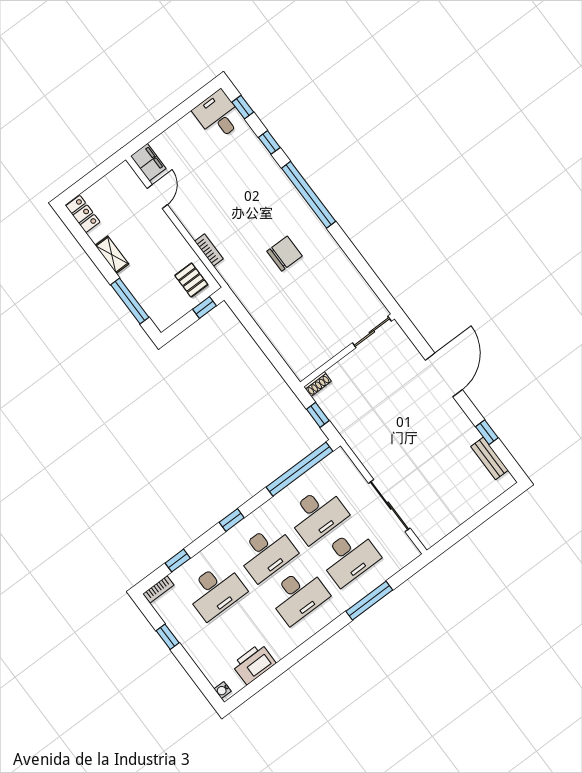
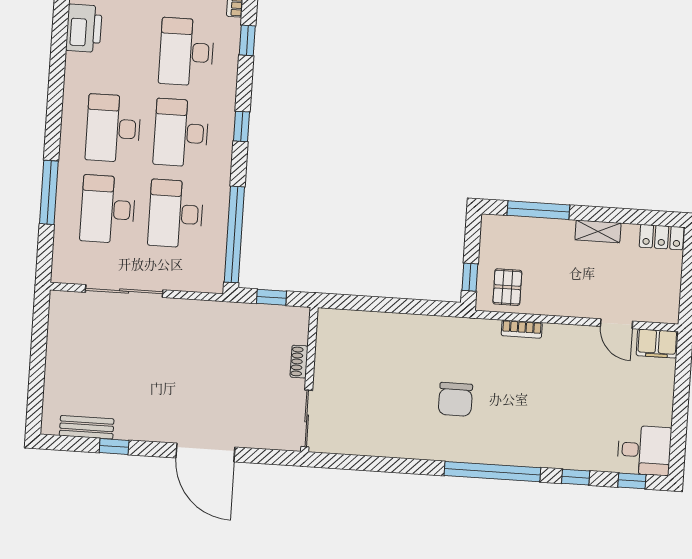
pallet: (191, 280) -> (507, 287), turned 90
shoe rack: (318, 384) -> (299, 362), moved

